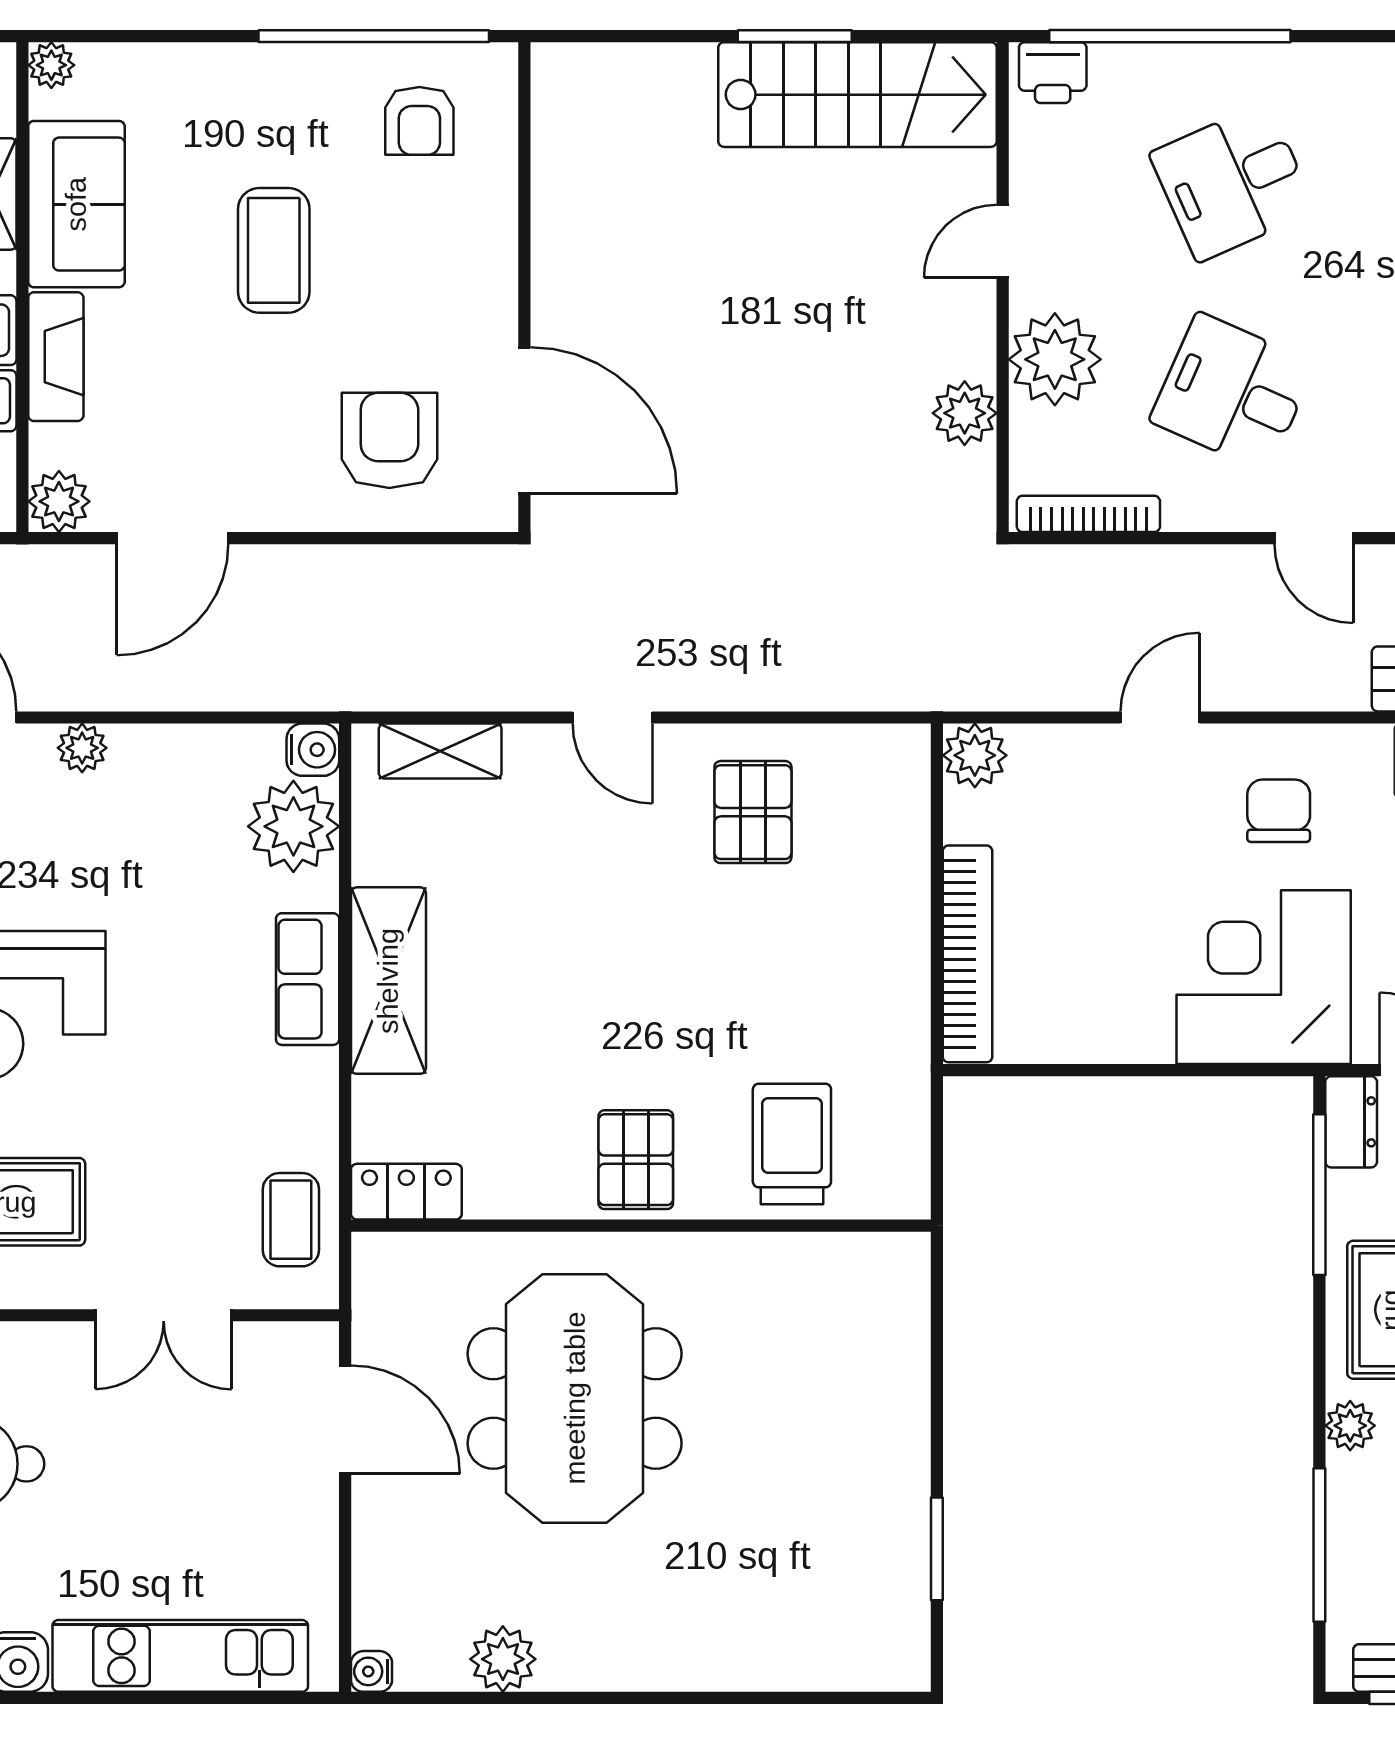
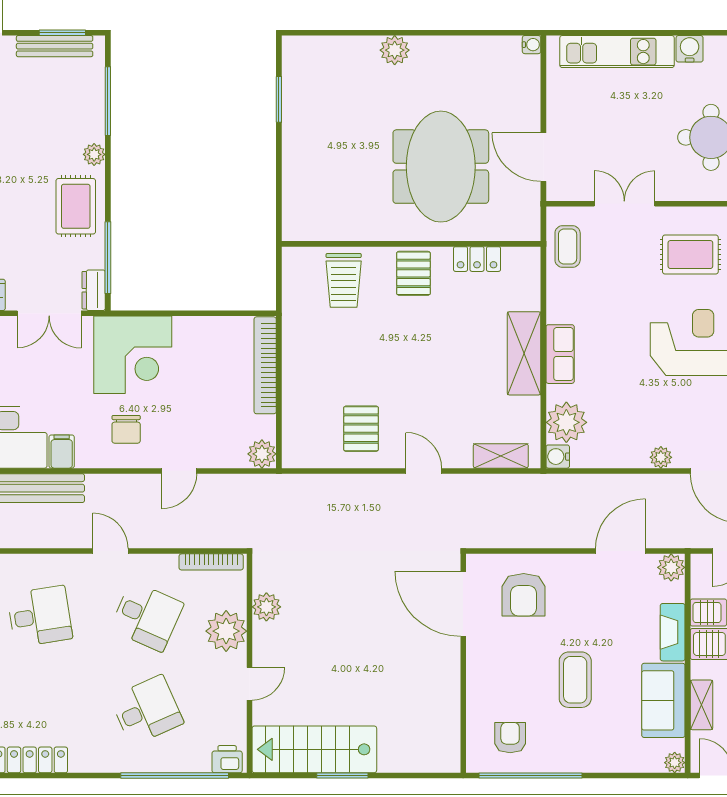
locker: (406, 1192) -> (477, 259), moved
plant: (503, 1659) -> (395, 50), moved

